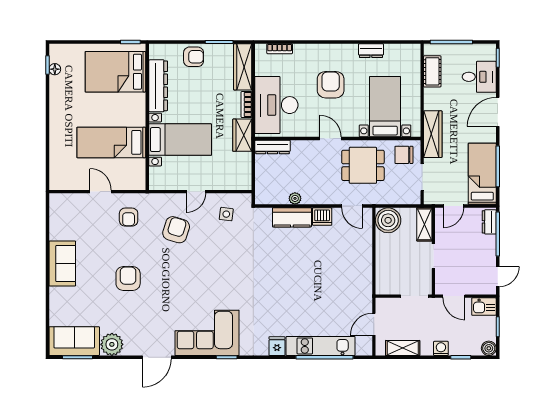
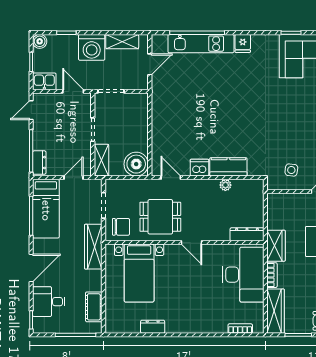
armchair: (331, 85) -> (191, 294), removed
washing machine: (441, 348) -> (92, 47), width x1.89, depth x1.89

